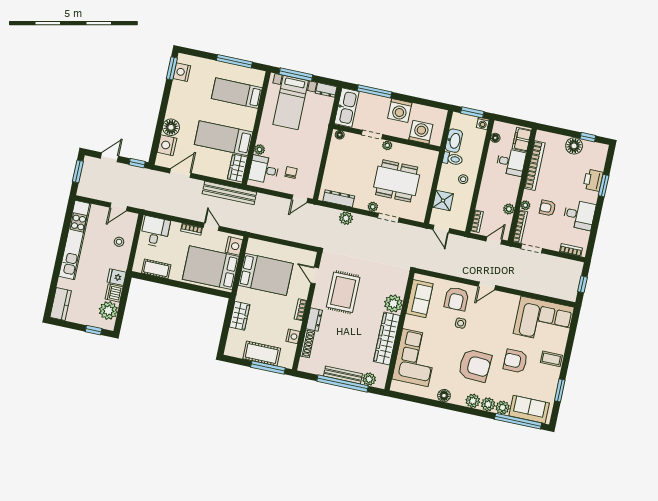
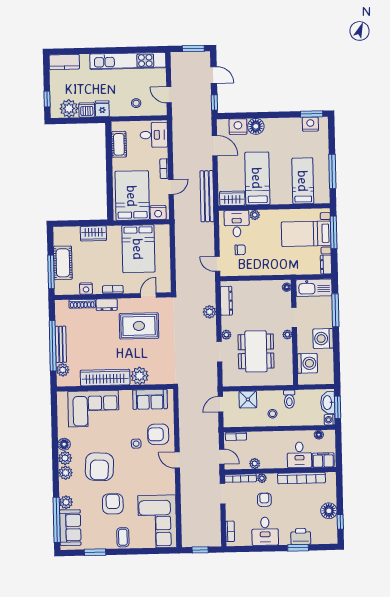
washbasin: (454, 141) -> (328, 403), moved, turned 90
plant: (488, 404) -> (65, 458), moved

